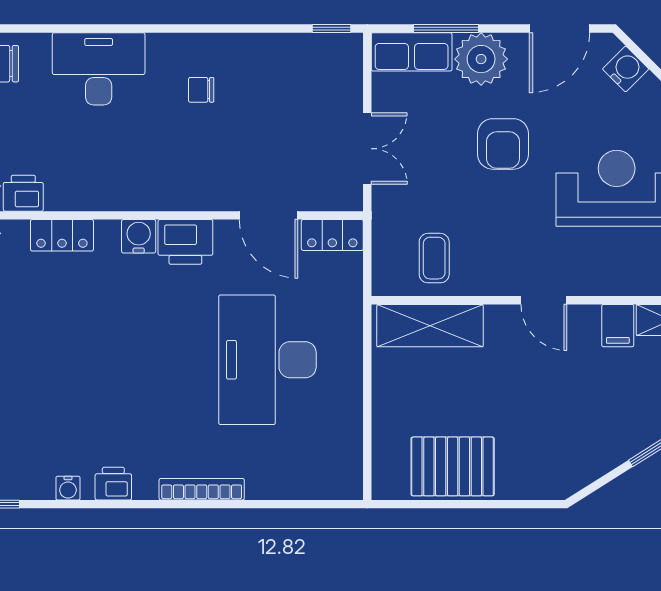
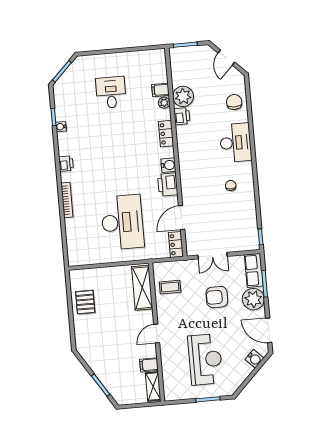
armchair: (503, 144) -> (217, 297), moved
desk: (267, 360) -> (122, 222), turned 90
pallet: (453, 466) -> (85, 302), width x0.67, depth x0.71
water cooler: (68, 488) -> (61, 127), moved

